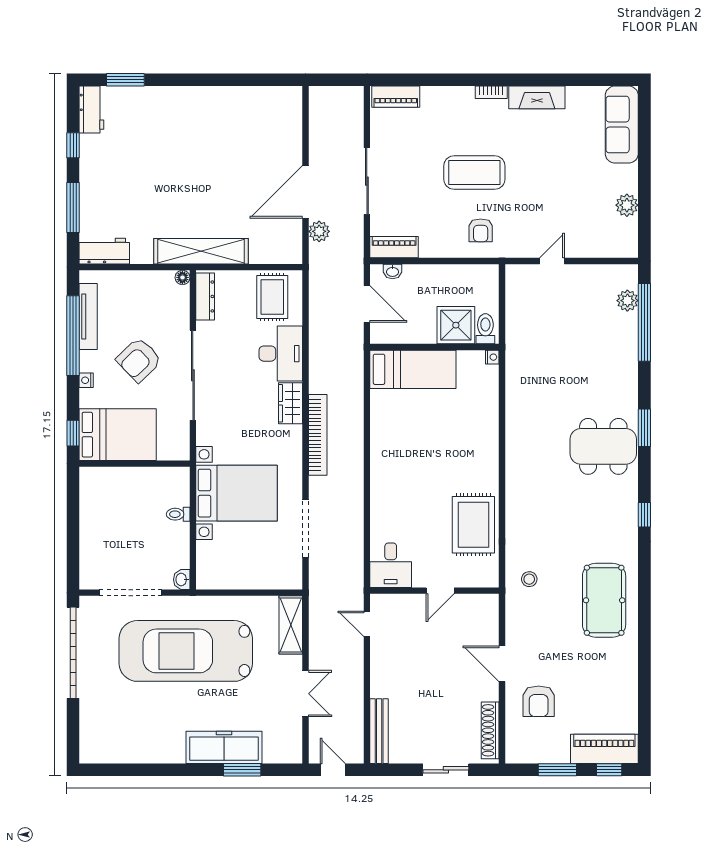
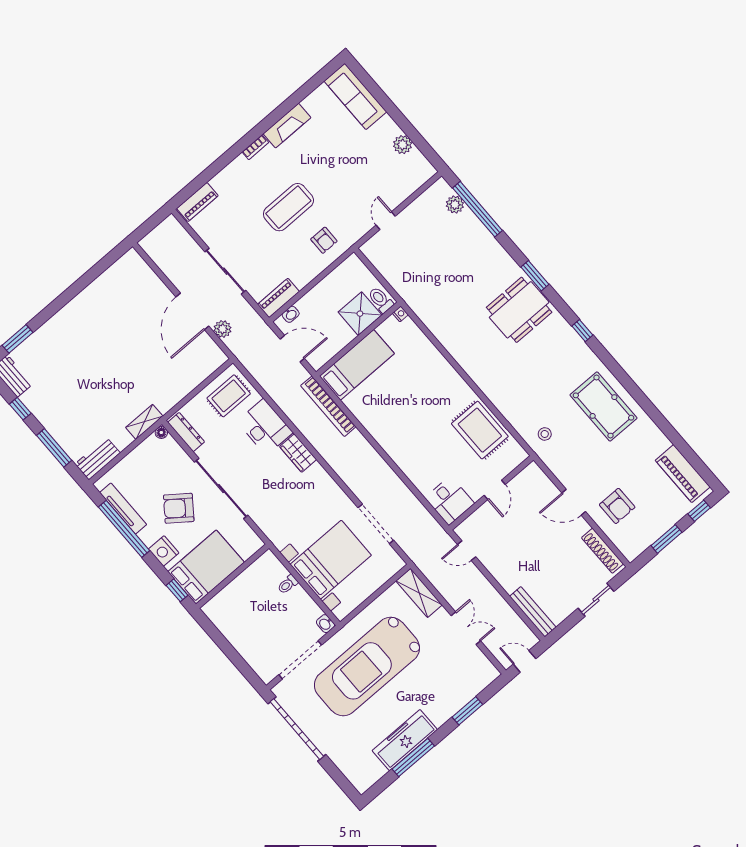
shelving: (201, 251) -> (144, 422), width x0.45, depth x0.75
rug: (272, 297) -> (229, 396), turned 90
armchair: (139, 360) -> (179, 508), turned 81
nightstand: (86, 380) -> (164, 551), width x1.89, depth x1.79
bookcase: (318, 435) -> (328, 406), moved, turned 180
bed with nightstands: (237, 493) -> (331, 560), moved
freezer: (224, 747) -> (405, 740), moved
piano: (604, 749) -> (683, 474), moved, turned -90
window: (156, 770) -> (413, 758), added

